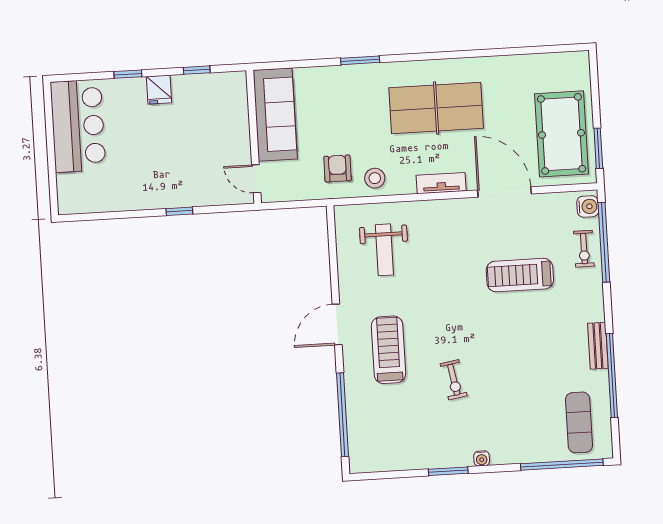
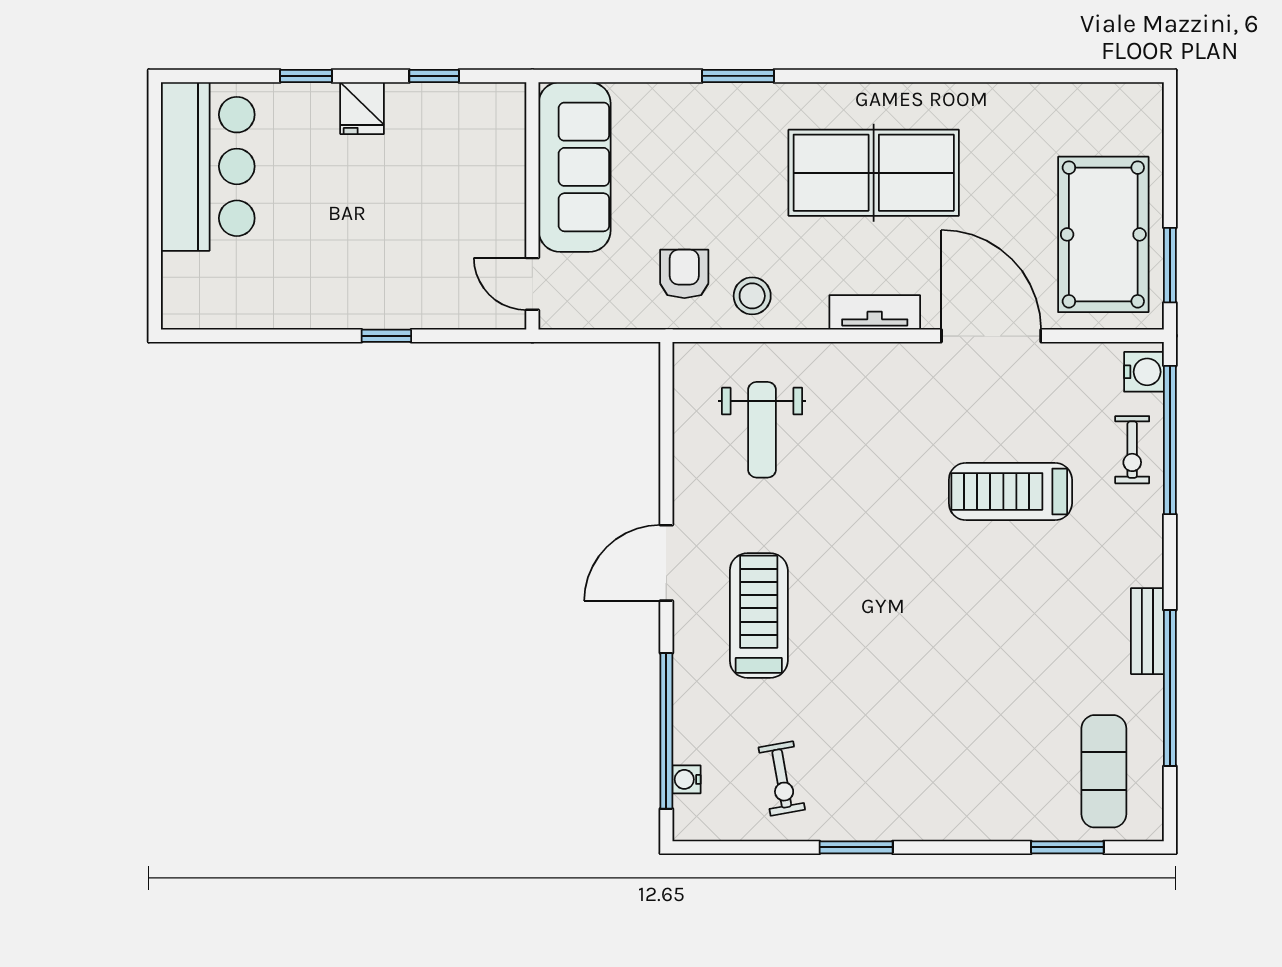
exercise bike: (454, 380) -> (782, 779), moved
water cooler: (482, 458) -> (687, 779), moved, turned 90
window: (562, 465) -> (1067, 847), width x0.47

